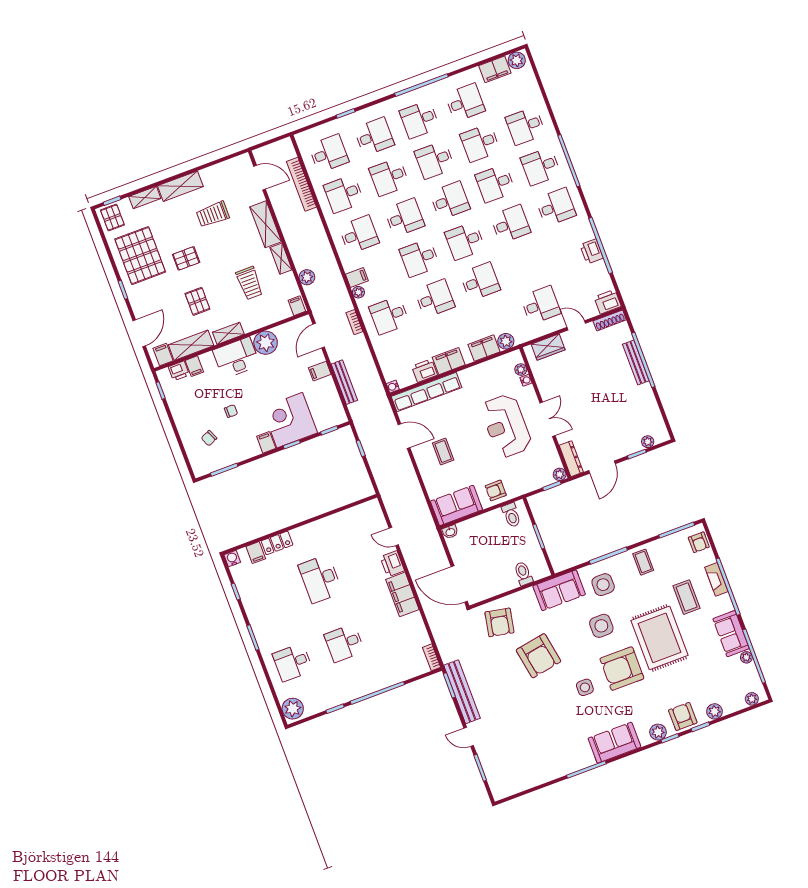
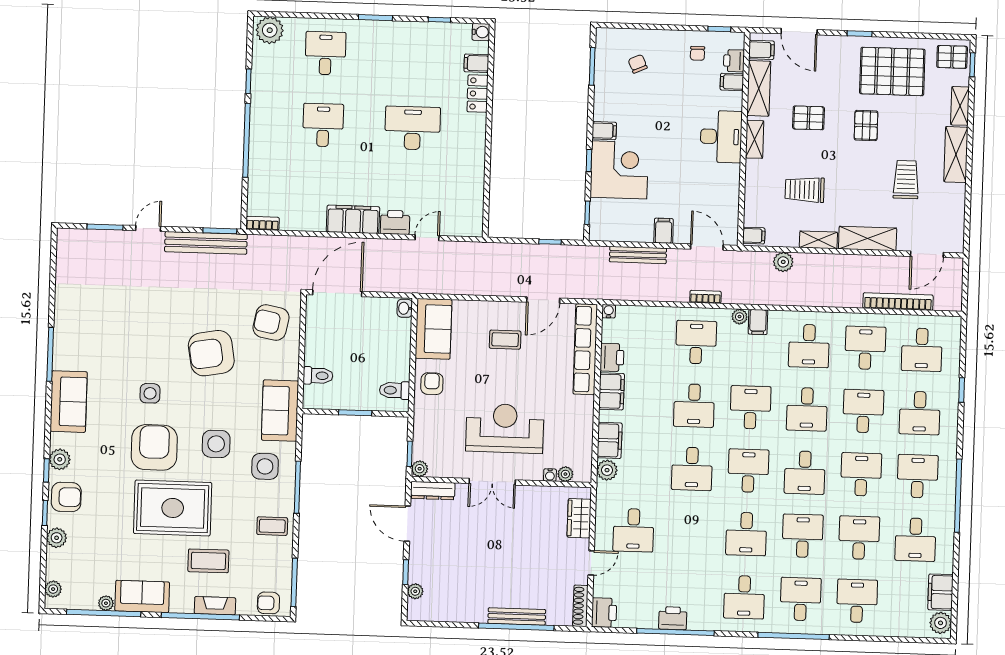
plant: (266, 343) -> (725, 179), removed
chair: (231, 411) -> (697, 53), moved

